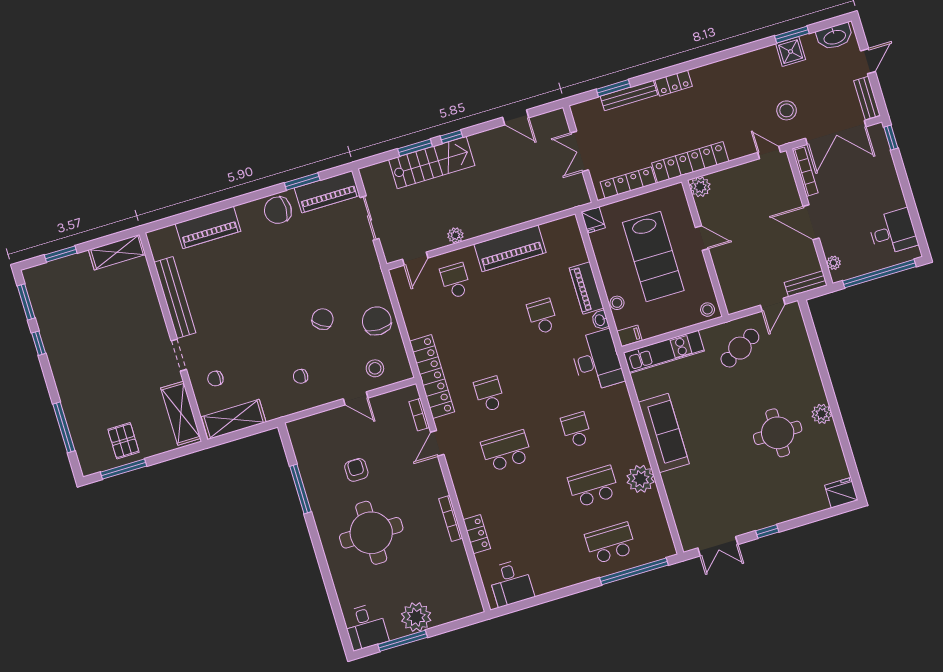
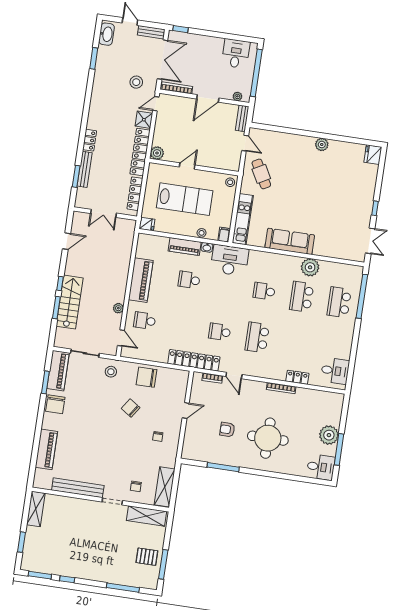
shower: (791, 52) -> (144, 120), moved
stool: (375, 368) -> (111, 372), moved
round table: (778, 433) -> (321, 175), removed

